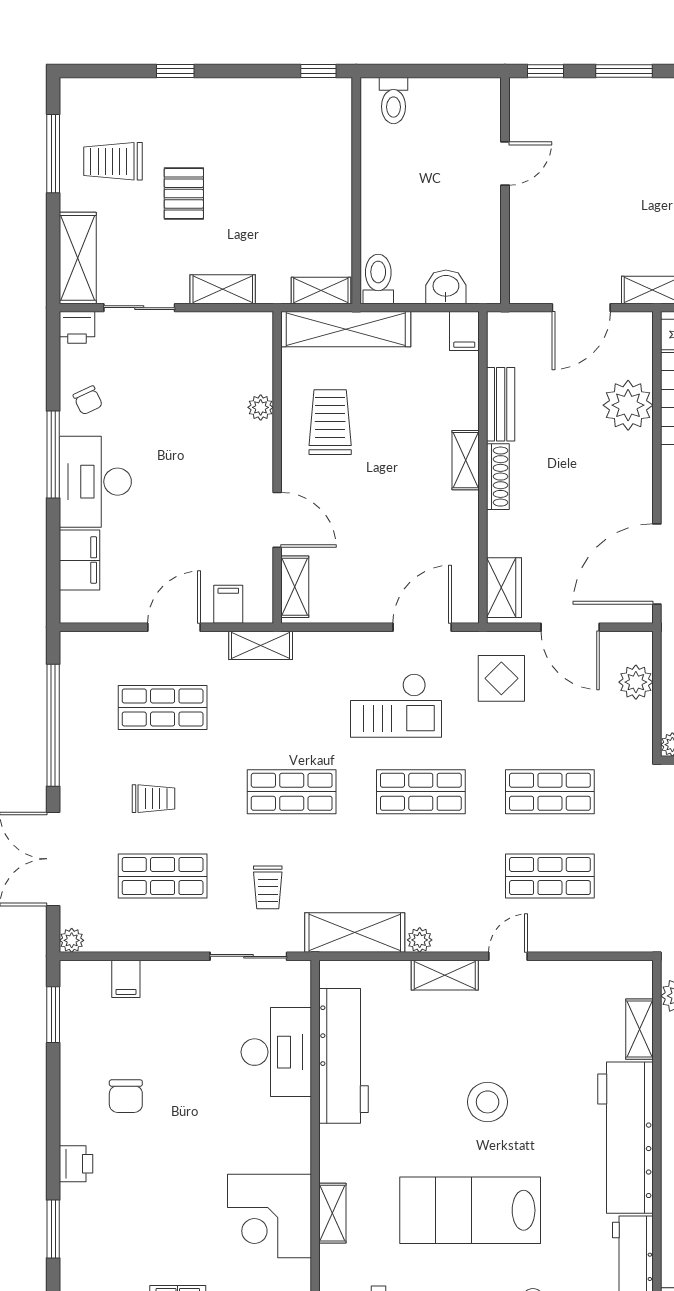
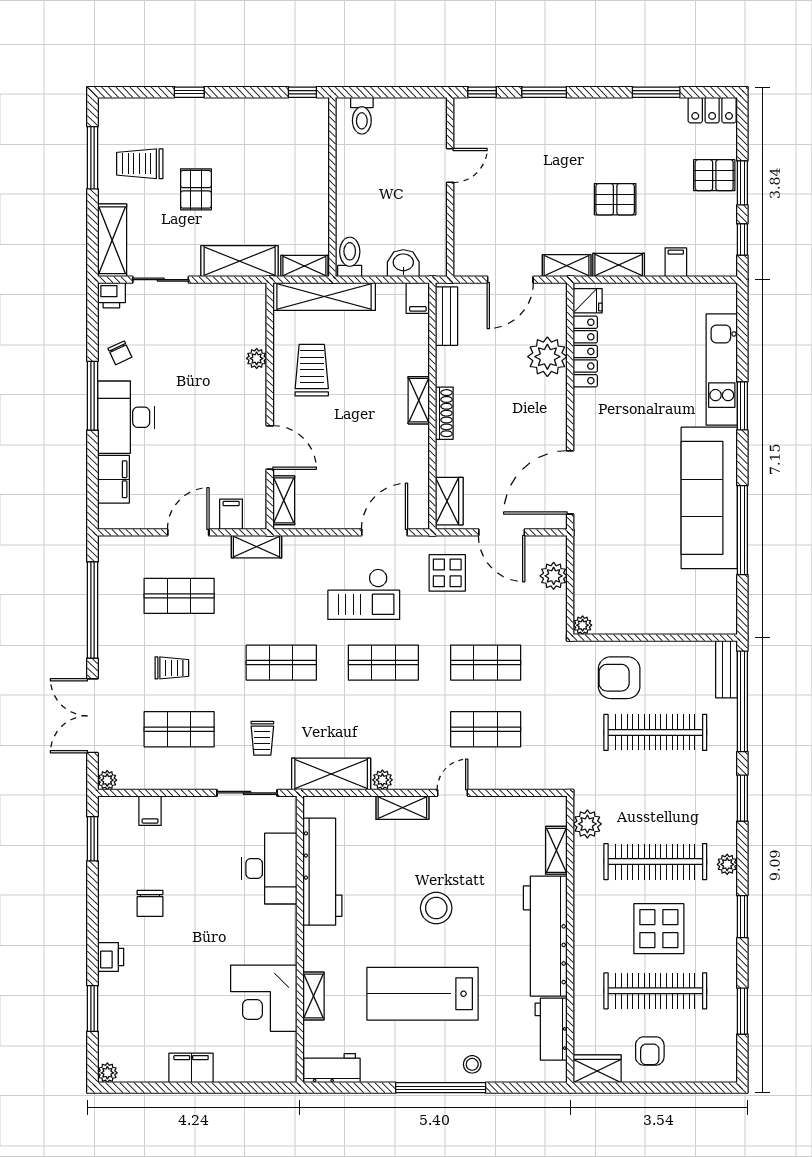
shelving: (223, 289) -> (240, 261), width x1.50, depth x1.33
bench: (501, 404) -> (447, 316), moved

